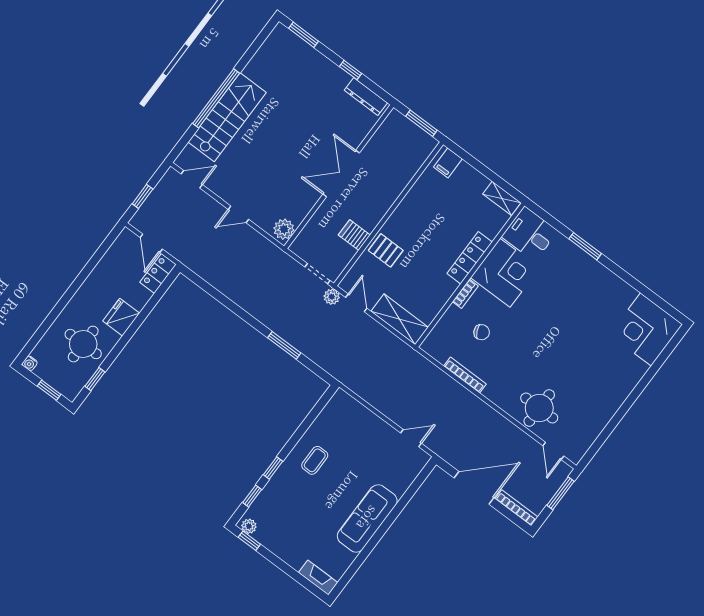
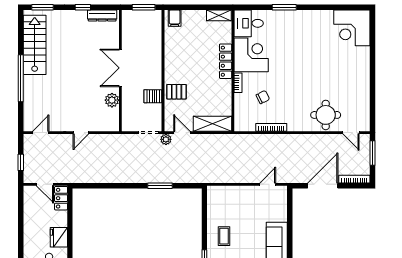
stairs: (227, 117) -> (35, 45), moved
plant: (284, 229) -> (112, 100), moved

